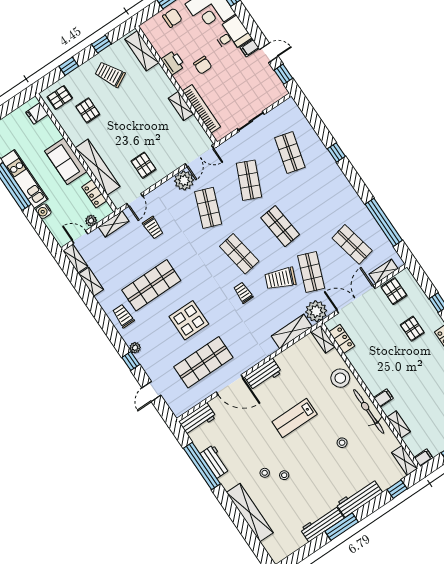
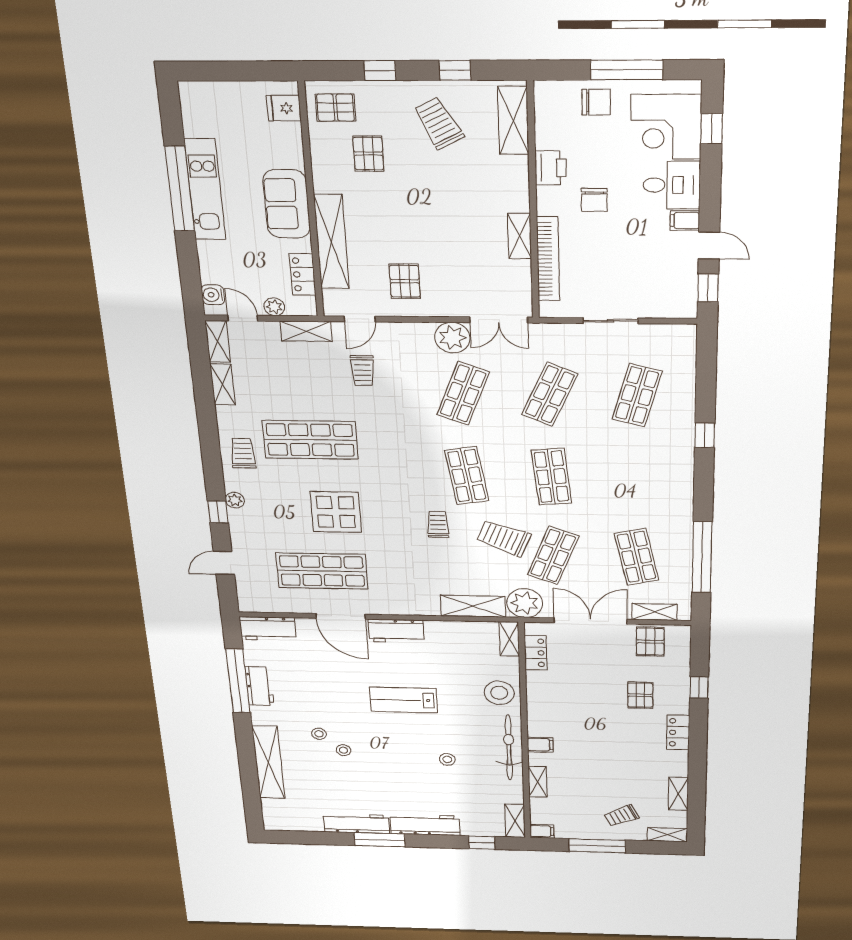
water cooler: (44, 211) -> (213, 295), moved

